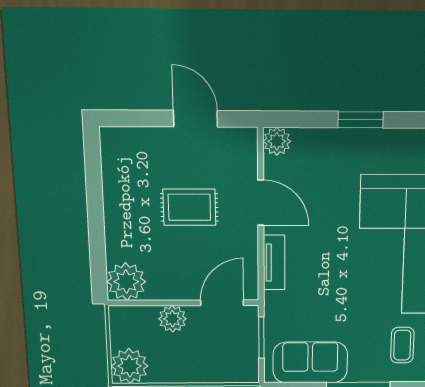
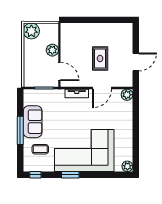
window: (361, 120) -> (136, 129), removed
plant: (126, 282) -> (69, 31), removed
sofa: (310, 362) -> (33, 122), moved

